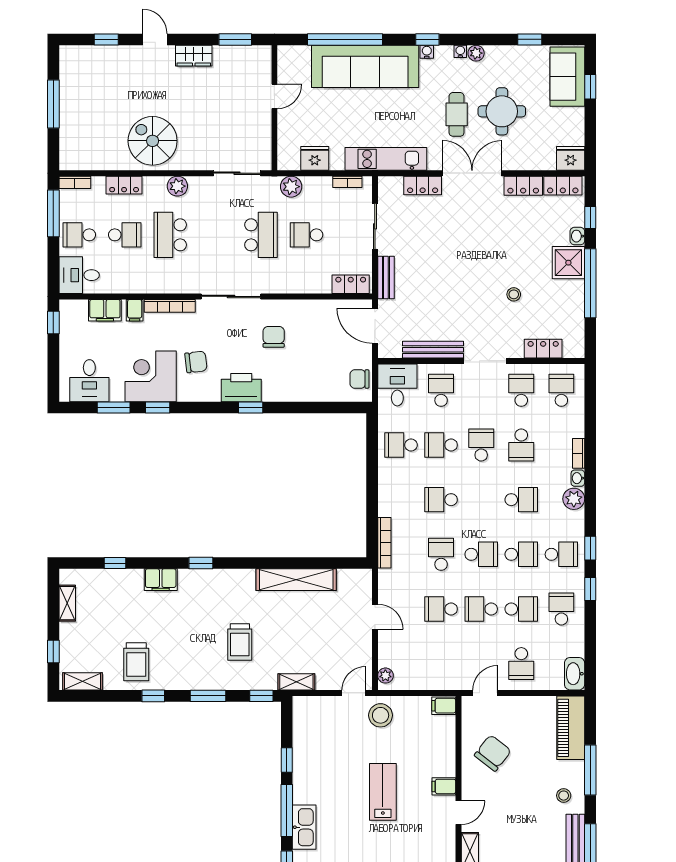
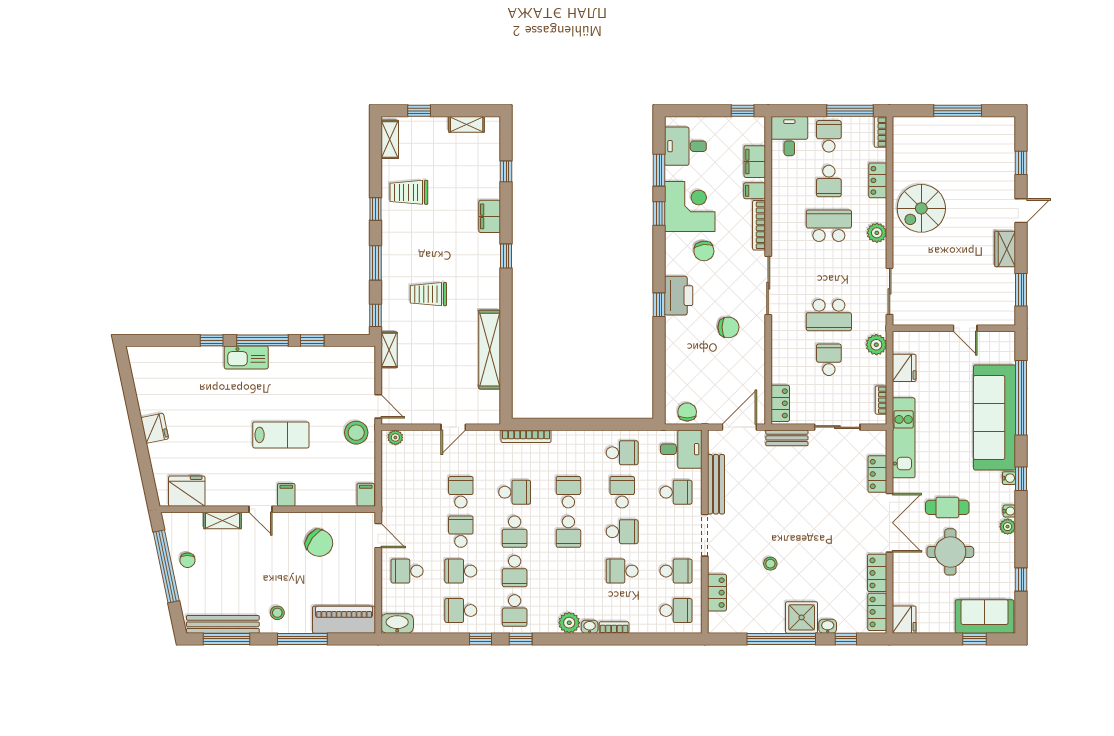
spiral stairs: (153, 141) -> (921, 208), turned 180
school desk: (401, 445) -> (622, 453), turned 90
school desk: (521, 500) -> (568, 532), moved
school desk: (521, 609) -> (461, 571), turned 90
school desk: (561, 609) -> (461, 611), turned 180

